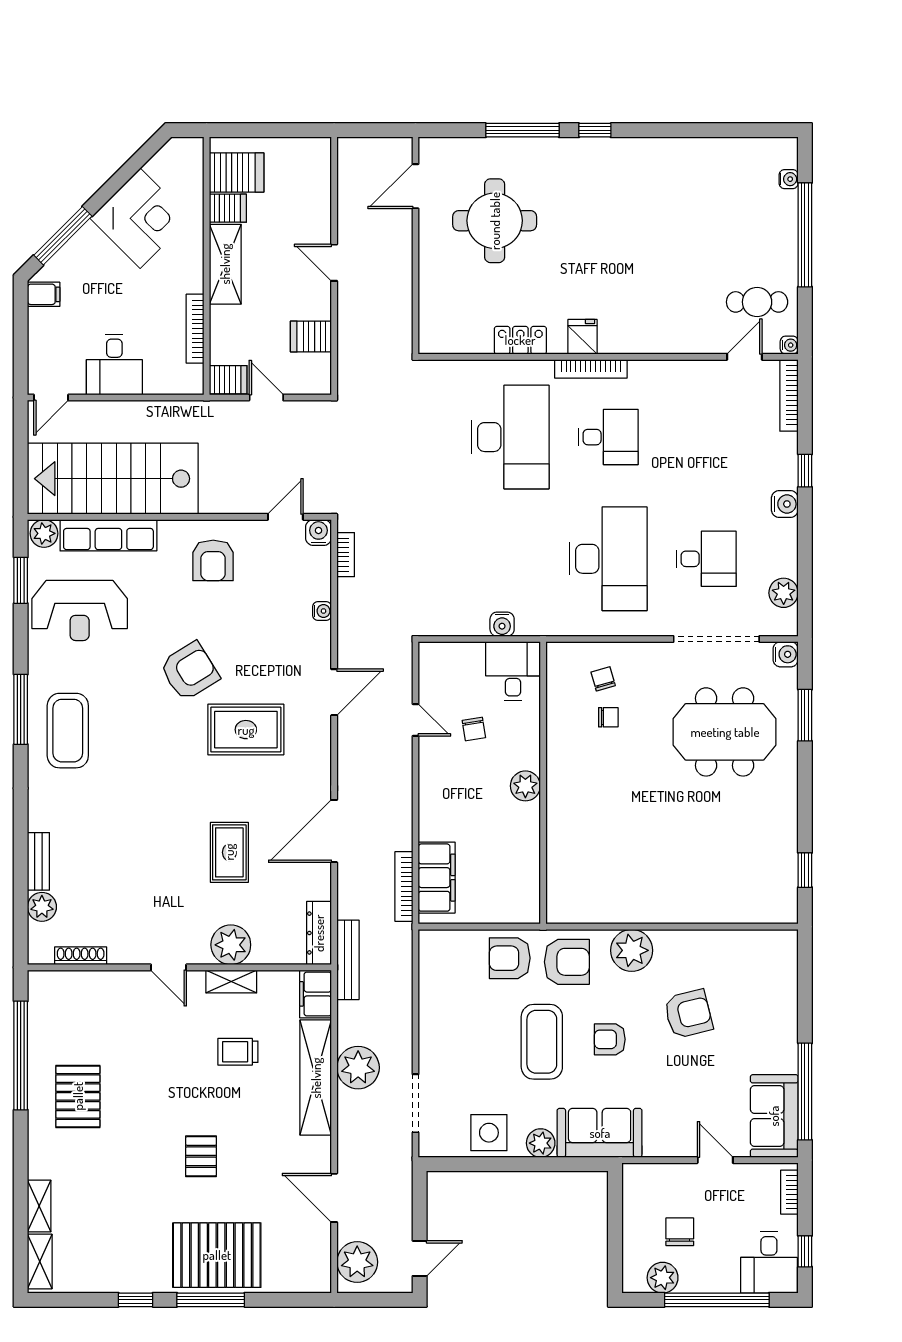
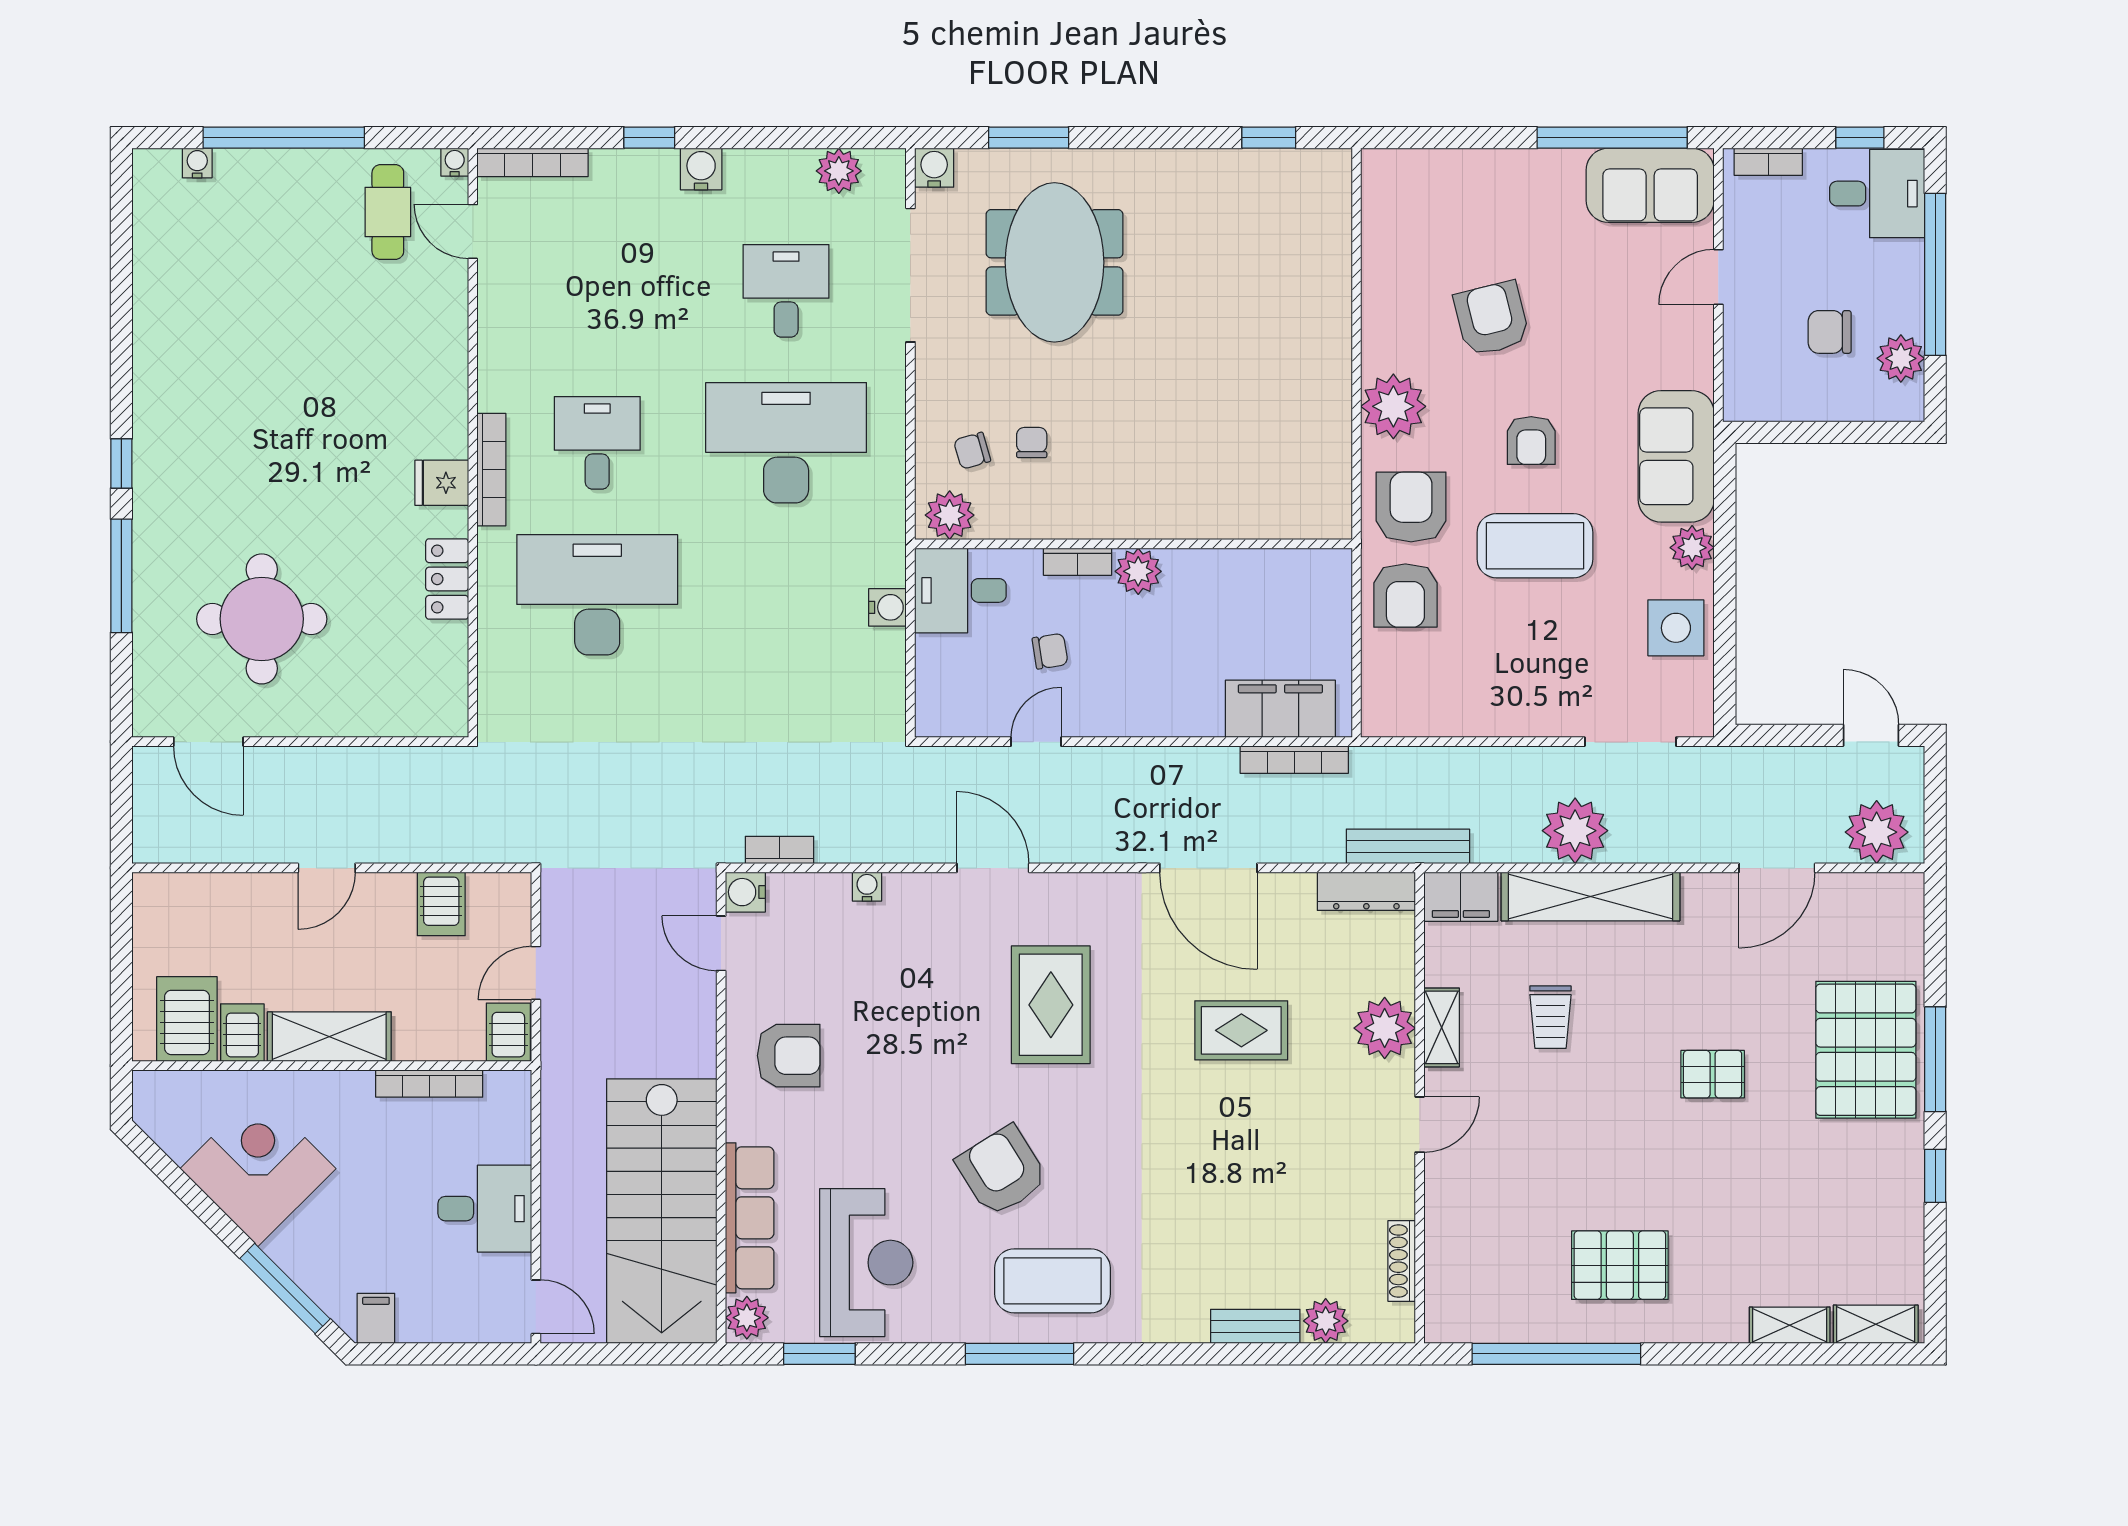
plant: (562, 664) -> (950, 515), added
armchair: (189, 671) -> (1002, 1171), moved
bookcase: (532, 747) -> (1078, 562), added

